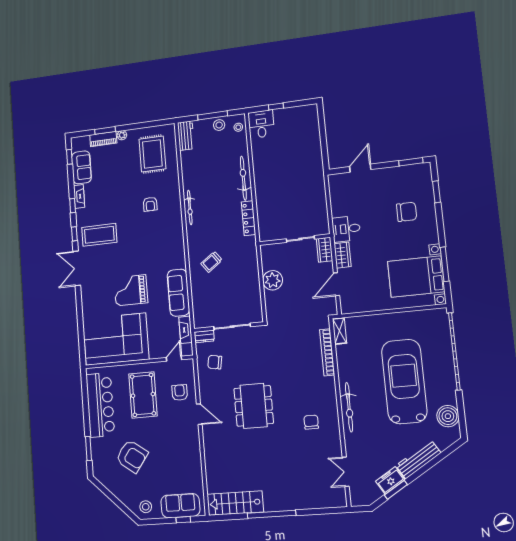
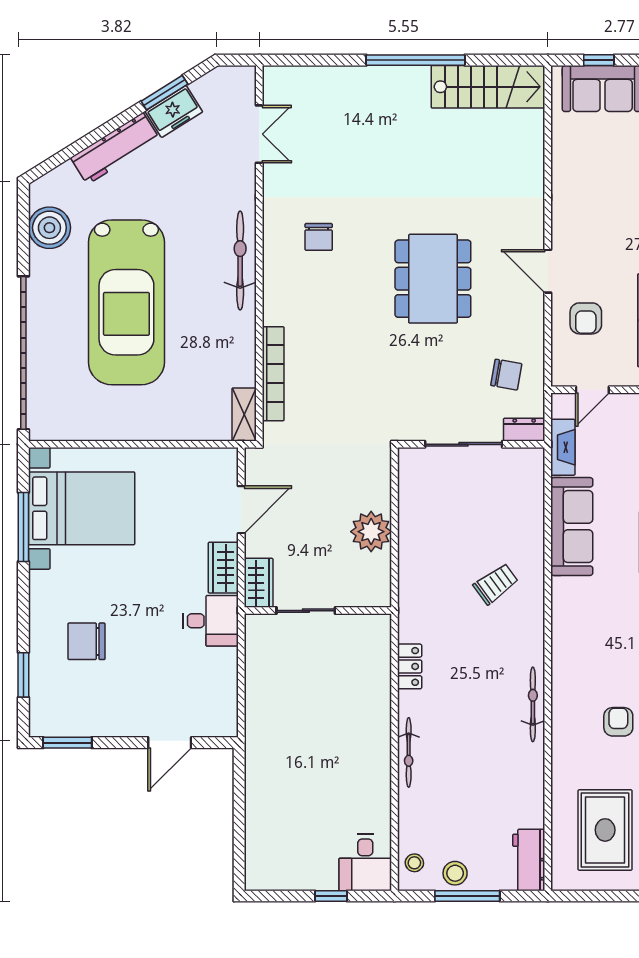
bicycle: (243, 178) -> (409, 752), width x0.73, depth x0.71
locker: (249, 218) -> (410, 666), width x0.66

